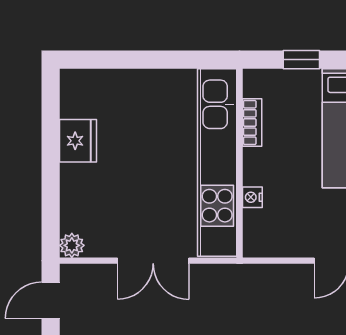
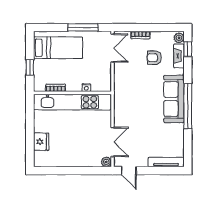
fridge: (78, 141) -> (41, 142), moved, turned 90
double door: (153, 261) -> (112, 142), moved

